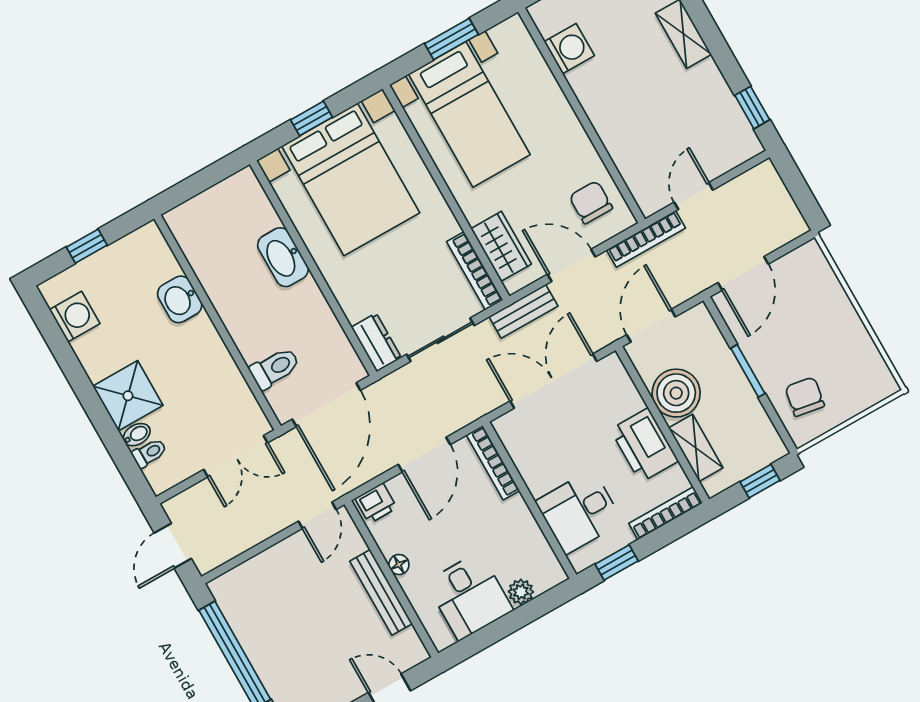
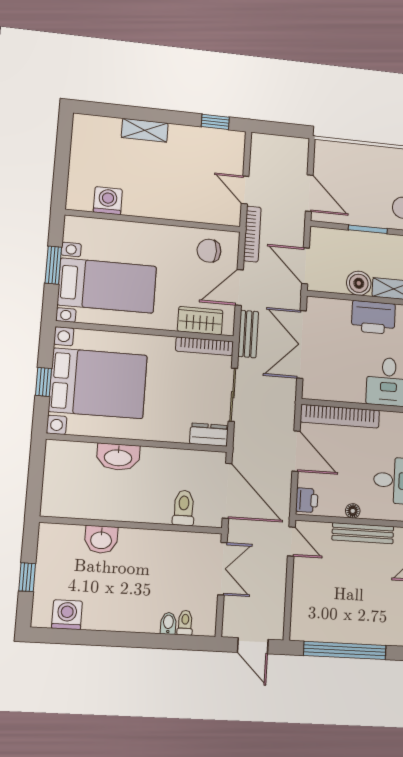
boiler: (676, 393) -> (359, 283), width x0.73, depth x0.73
shower: (128, 396) -> (140, 613), removed
bookcase: (493, 463) -> (340, 416), width x1.48, depth x1.31

